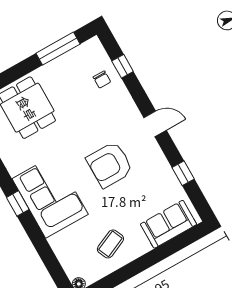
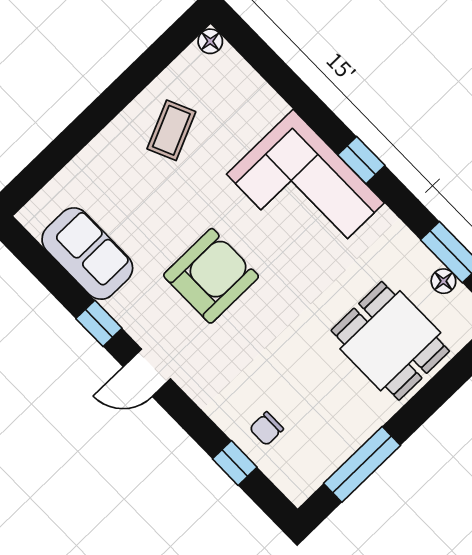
chair: (102, 80) -> (266, 429), turned -90
window: (183, 173) -> (99, 323), moved
sofa: (169, 224) -> (87, 254), moved, turned -90

